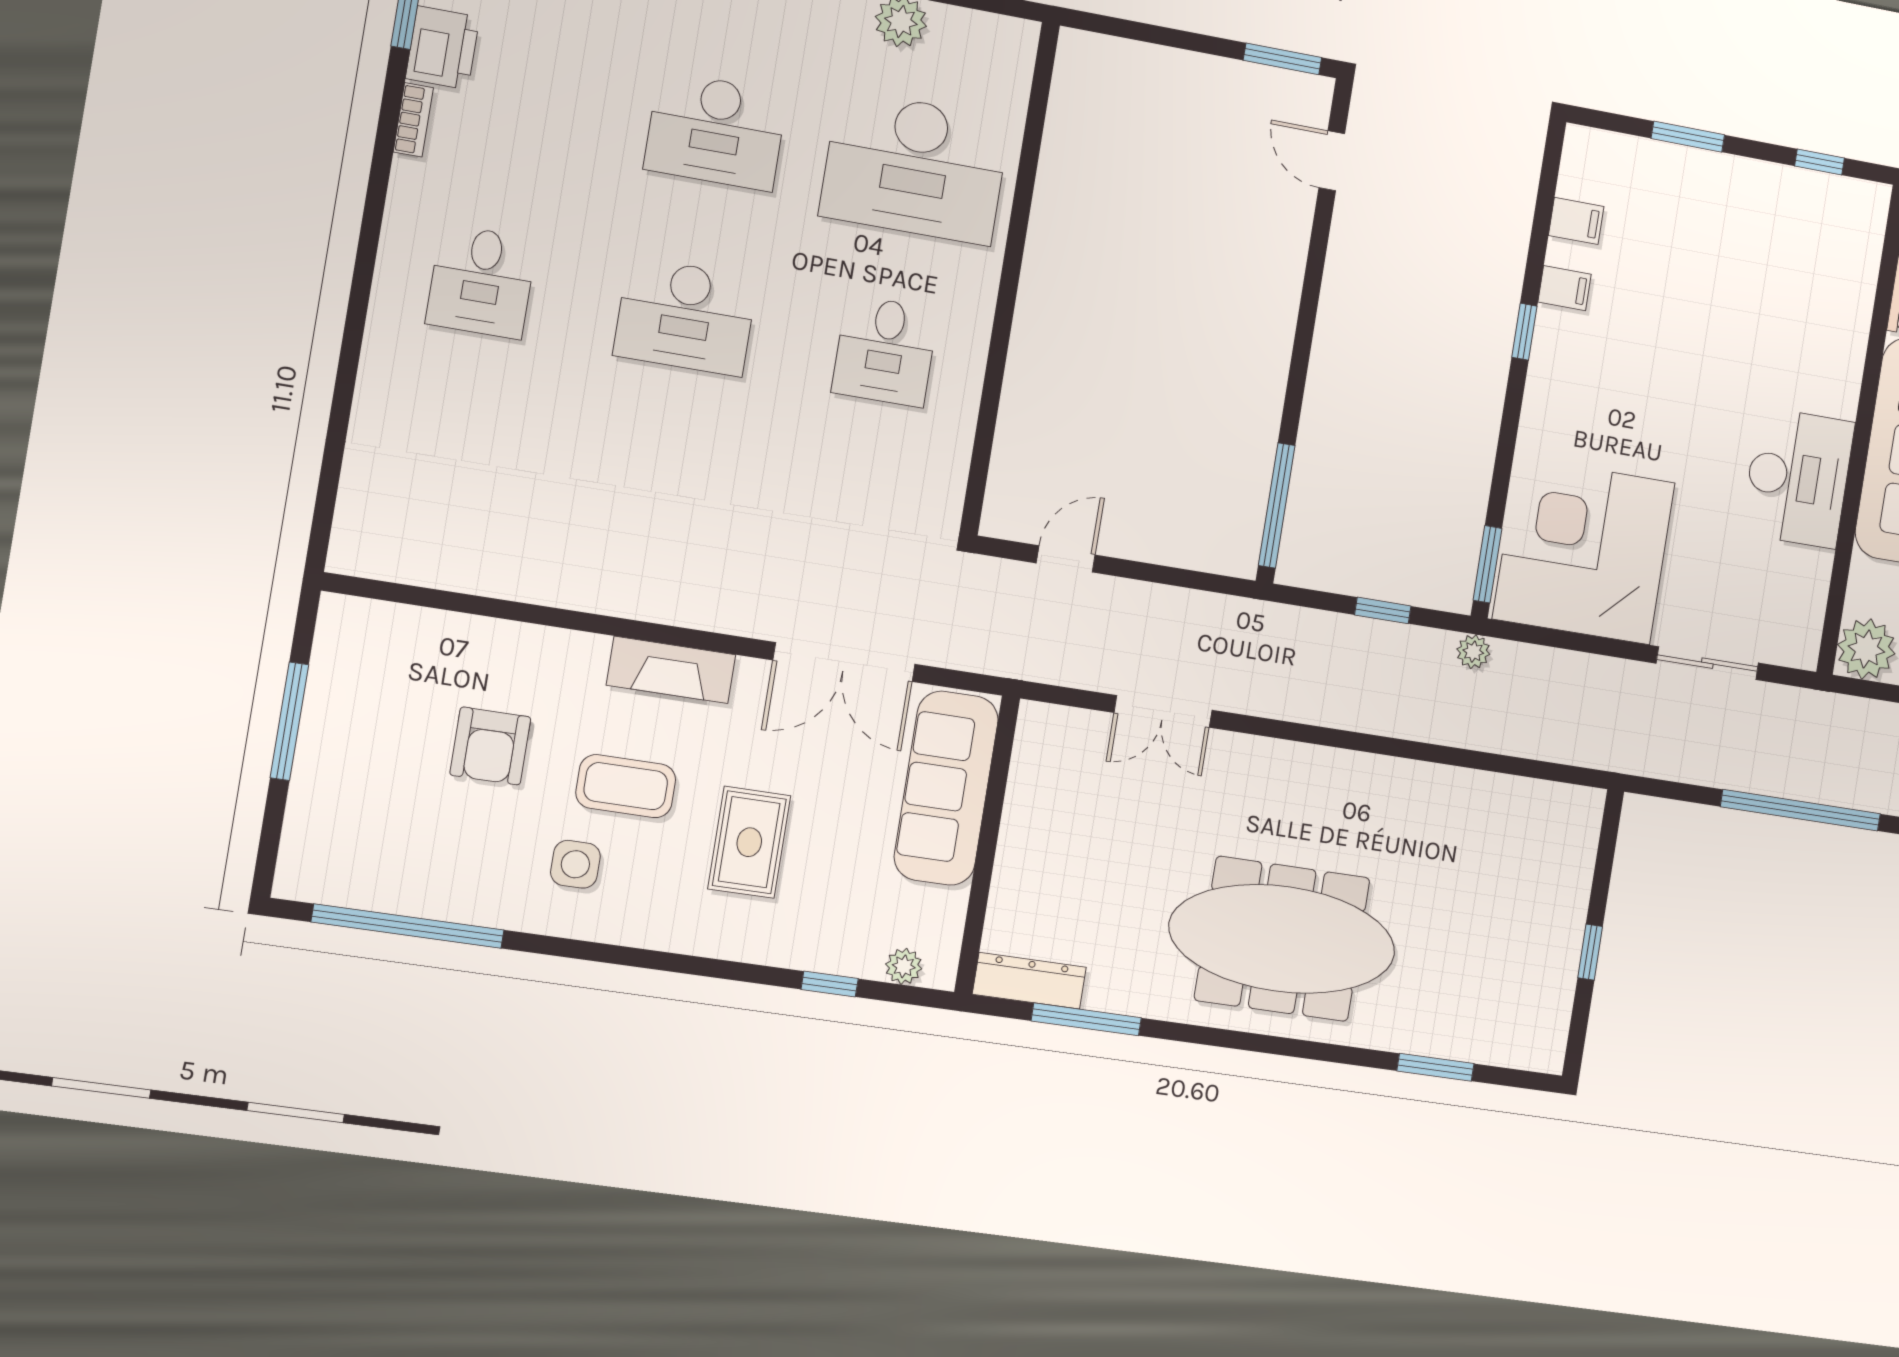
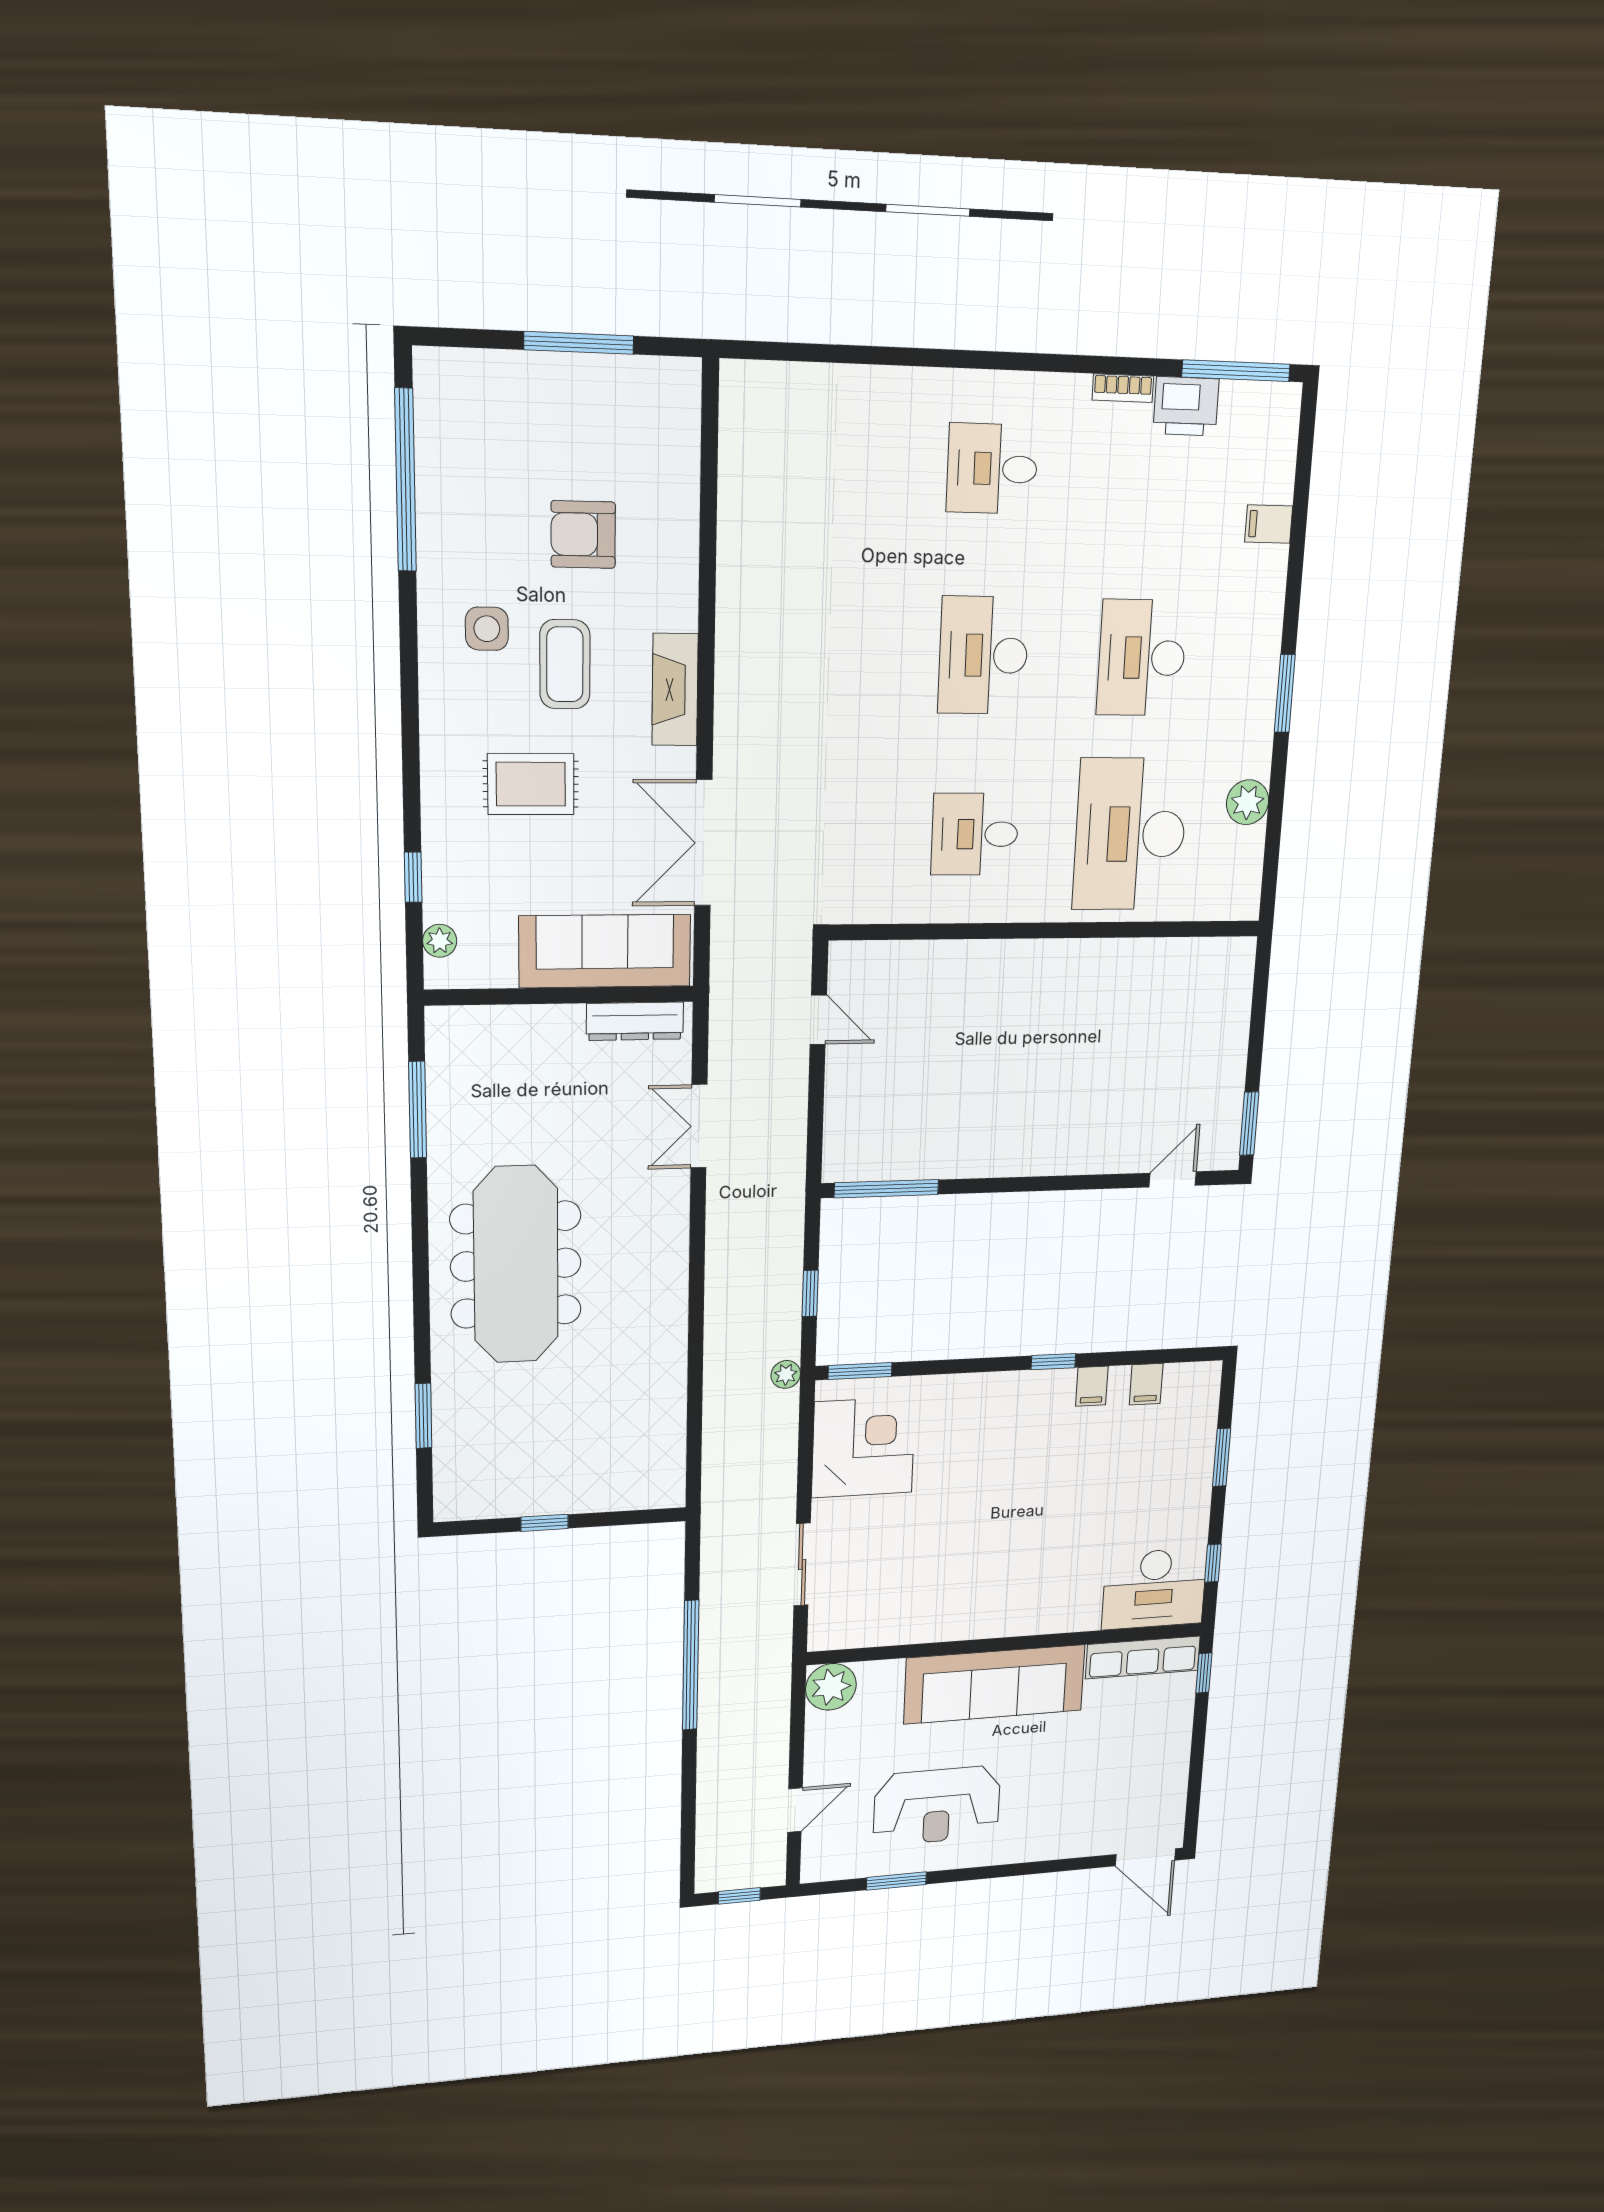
desk: (1798, 478) -> (1154, 1589), moved
corner desk: (1584, 551) -> (863, 1447), width x0.74, depth x0.74
dresser: (1029, 981) -> (635, 1021), moved, turned 90

